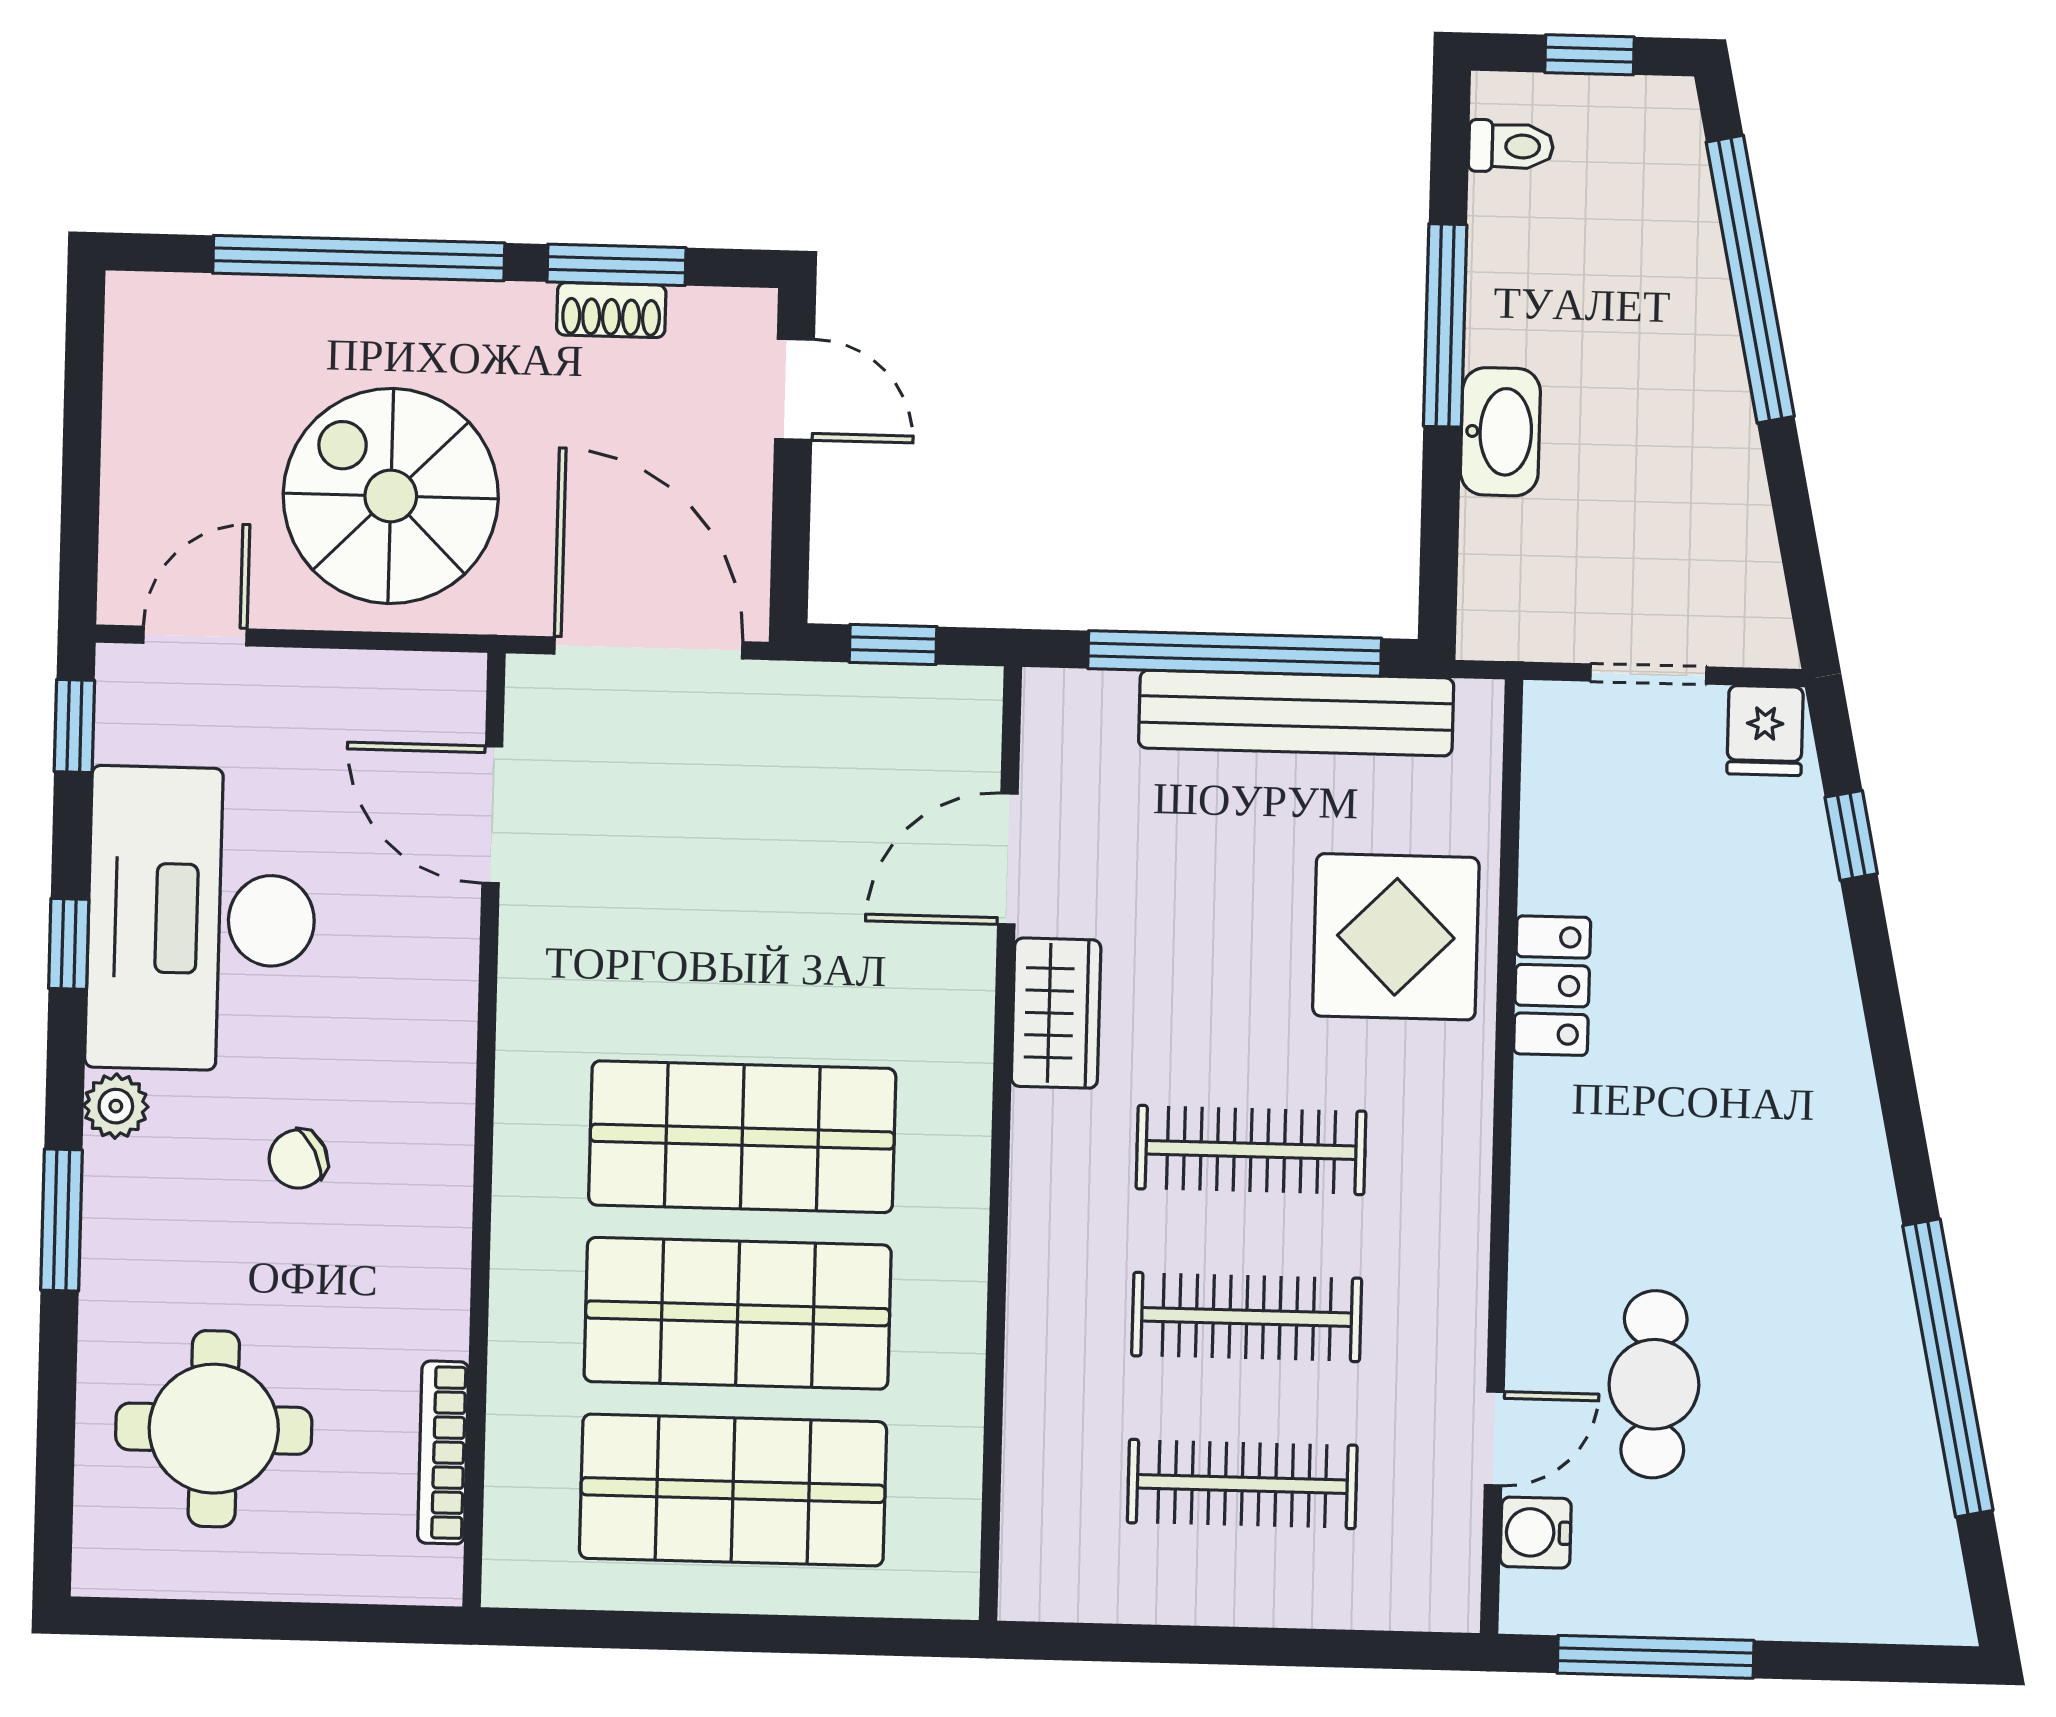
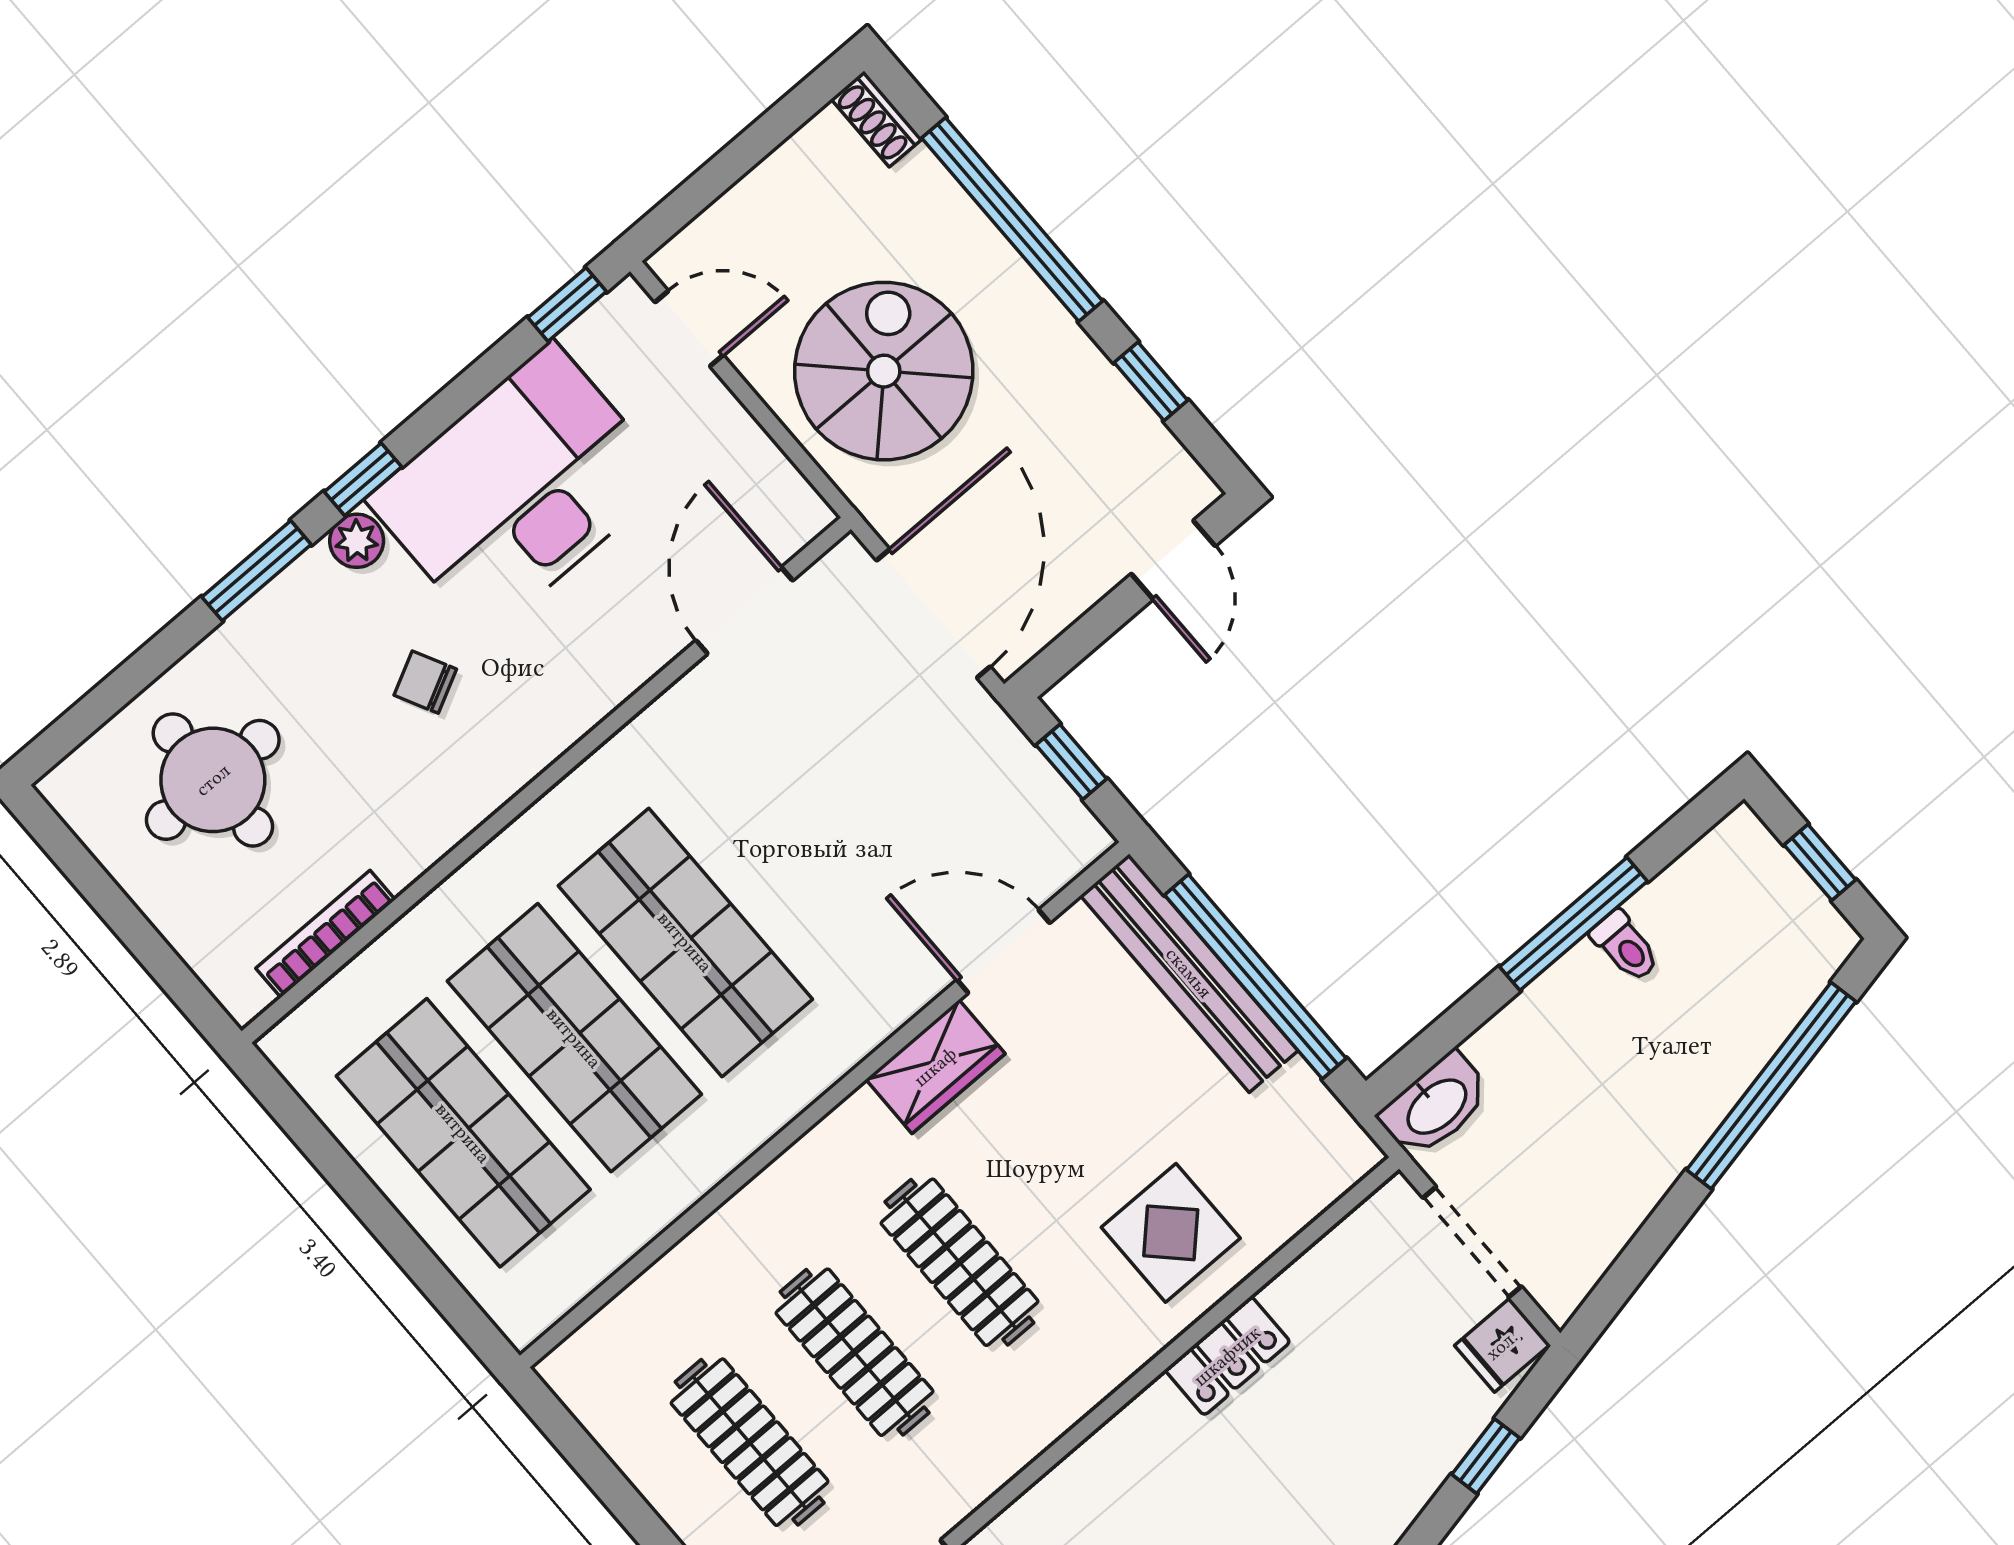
toilet: (1511, 146) -> (1625, 946), moved
window: (616, 265) -> (1151, 381), width x0.67
shoe rack: (611, 310) -> (877, 119), moved
washbasin: (1500, 432) -> (1436, 1105), moved
doorway: (1648, 674) -> (1472, 1242), width x1.38
bench: (1296, 713) -> (1189, 973), moved
display table: (1396, 937) -> (1171, 1233), width x0.73, depth x0.73
window: (69, 944) -> (363, 479), moved

